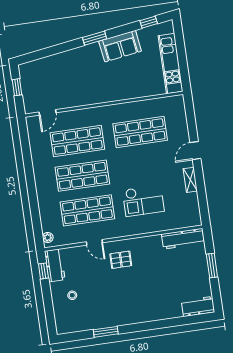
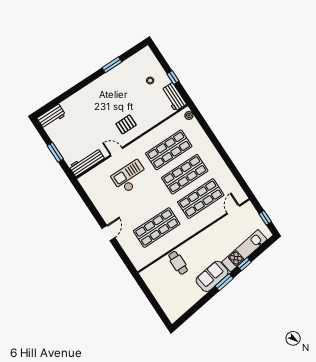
window: (149, 22) -> (244, 264), moved
sofa: (120, 46) -> (212, 276), moved
kitchen unit: (171, 64) -> (244, 251), moved, turned -98
cafe table: (135, 83) -> (178, 263), added
shelving: (190, 180) -> (102, 209), removed
door: (94, 242) -> (116, 152), moved
window: (43, 271) -> (173, 77), moved

